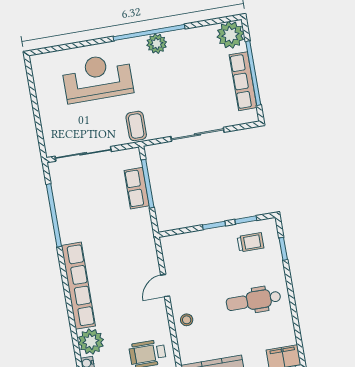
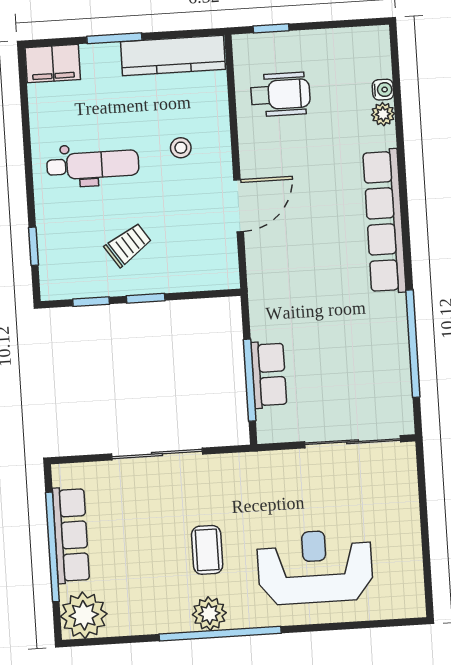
reception desk: (97, 78) -> (315, 567), turned 180
coffee table: (136, 126) -> (207, 550), moved
trolley: (250, 242) -> (128, 245), moved, turned 146
door: (165, 286) -> (239, 206), width x1.38
stool: (187, 320) -> (181, 148), moved
plant: (91, 342) -> (383, 114), width x0.53, depth x0.53

